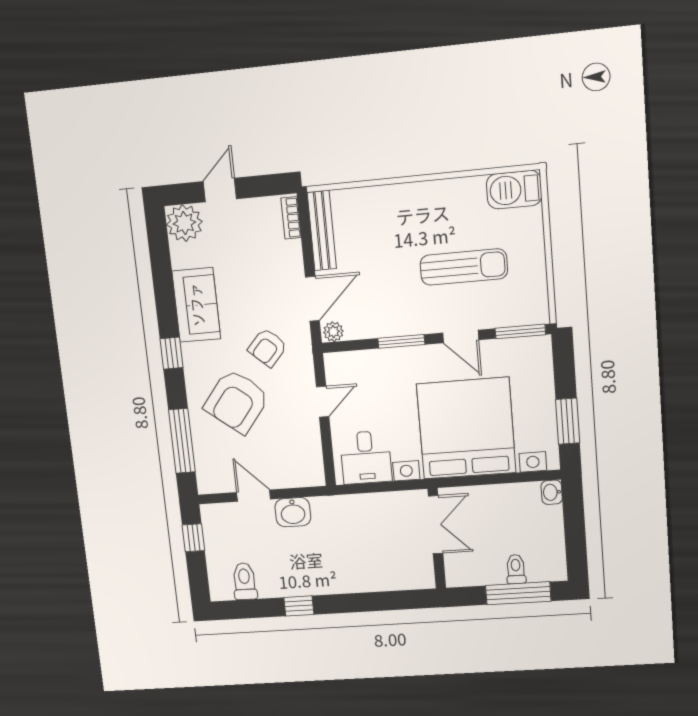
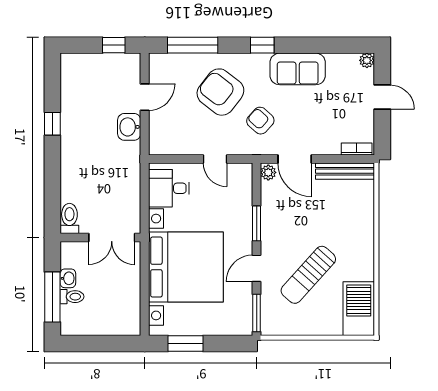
barbecue: (514, 190) -> (359, 309), width x1.37, depth x1.21
plant: (184, 223) -> (367, 60), width x0.53, depth x0.53
sun lounger: (464, 267) -> (308, 275), turned 42
washbasin: (552, 492) -> (68, 278), moved, turned 90
toilet: (245, 581) -> (69, 218), moved, turned -90

